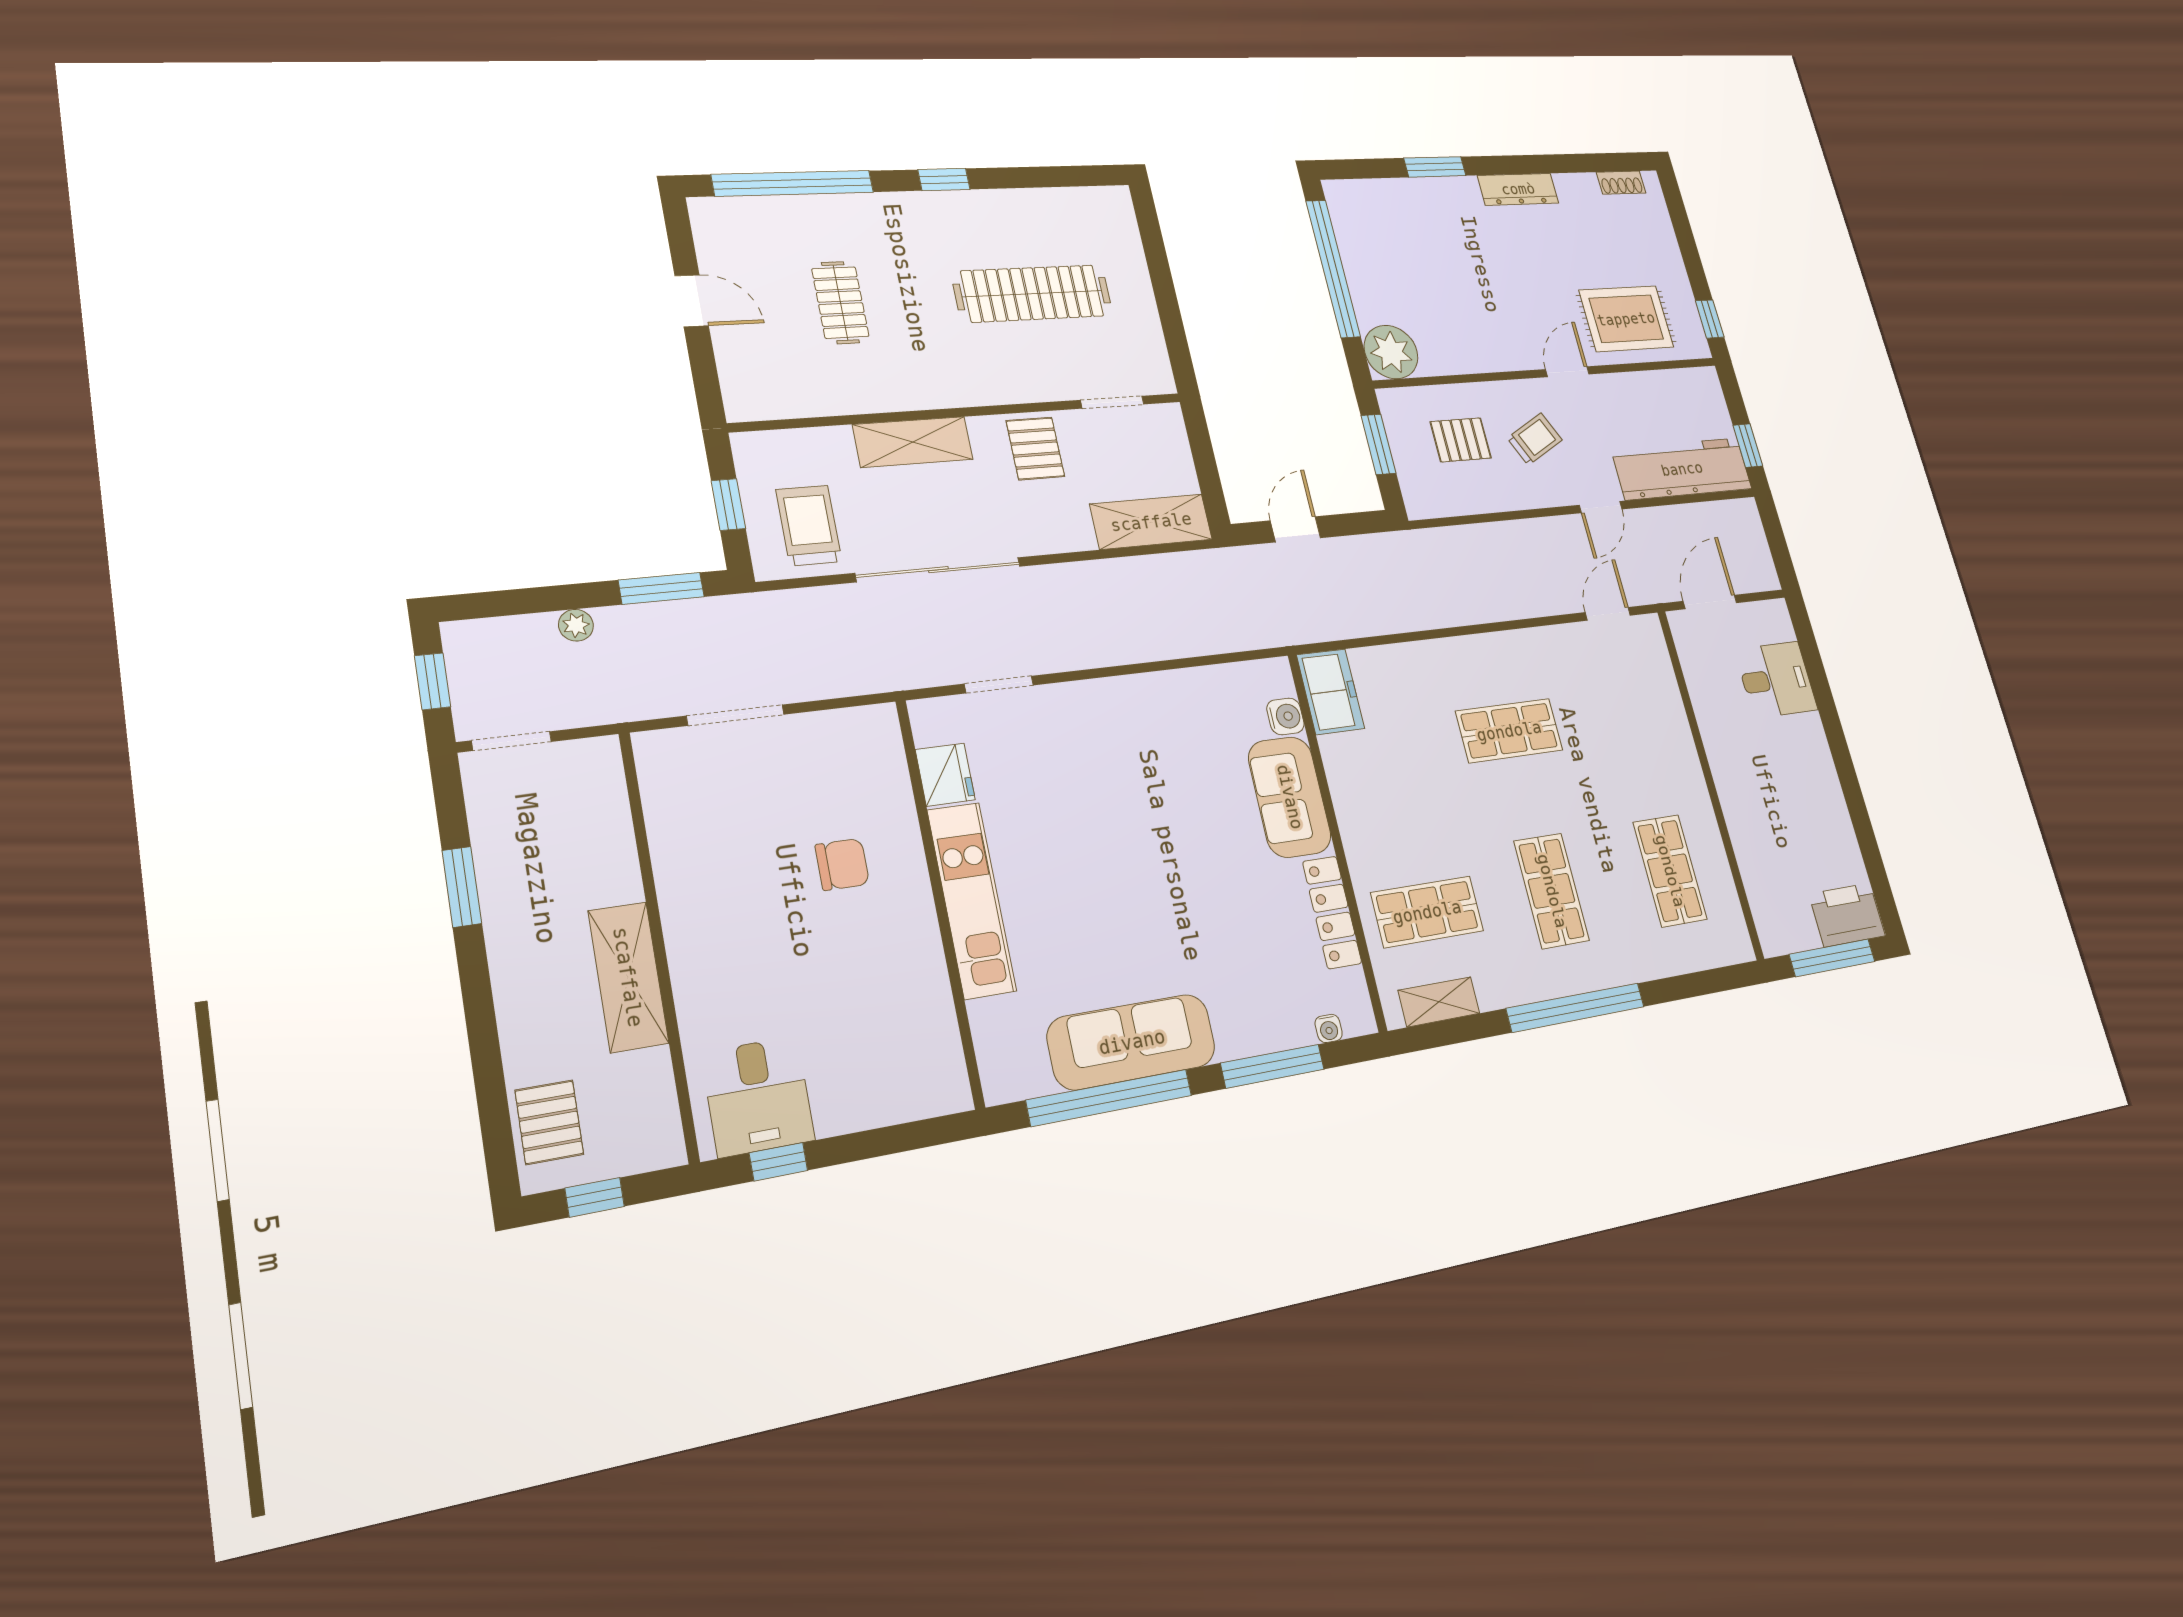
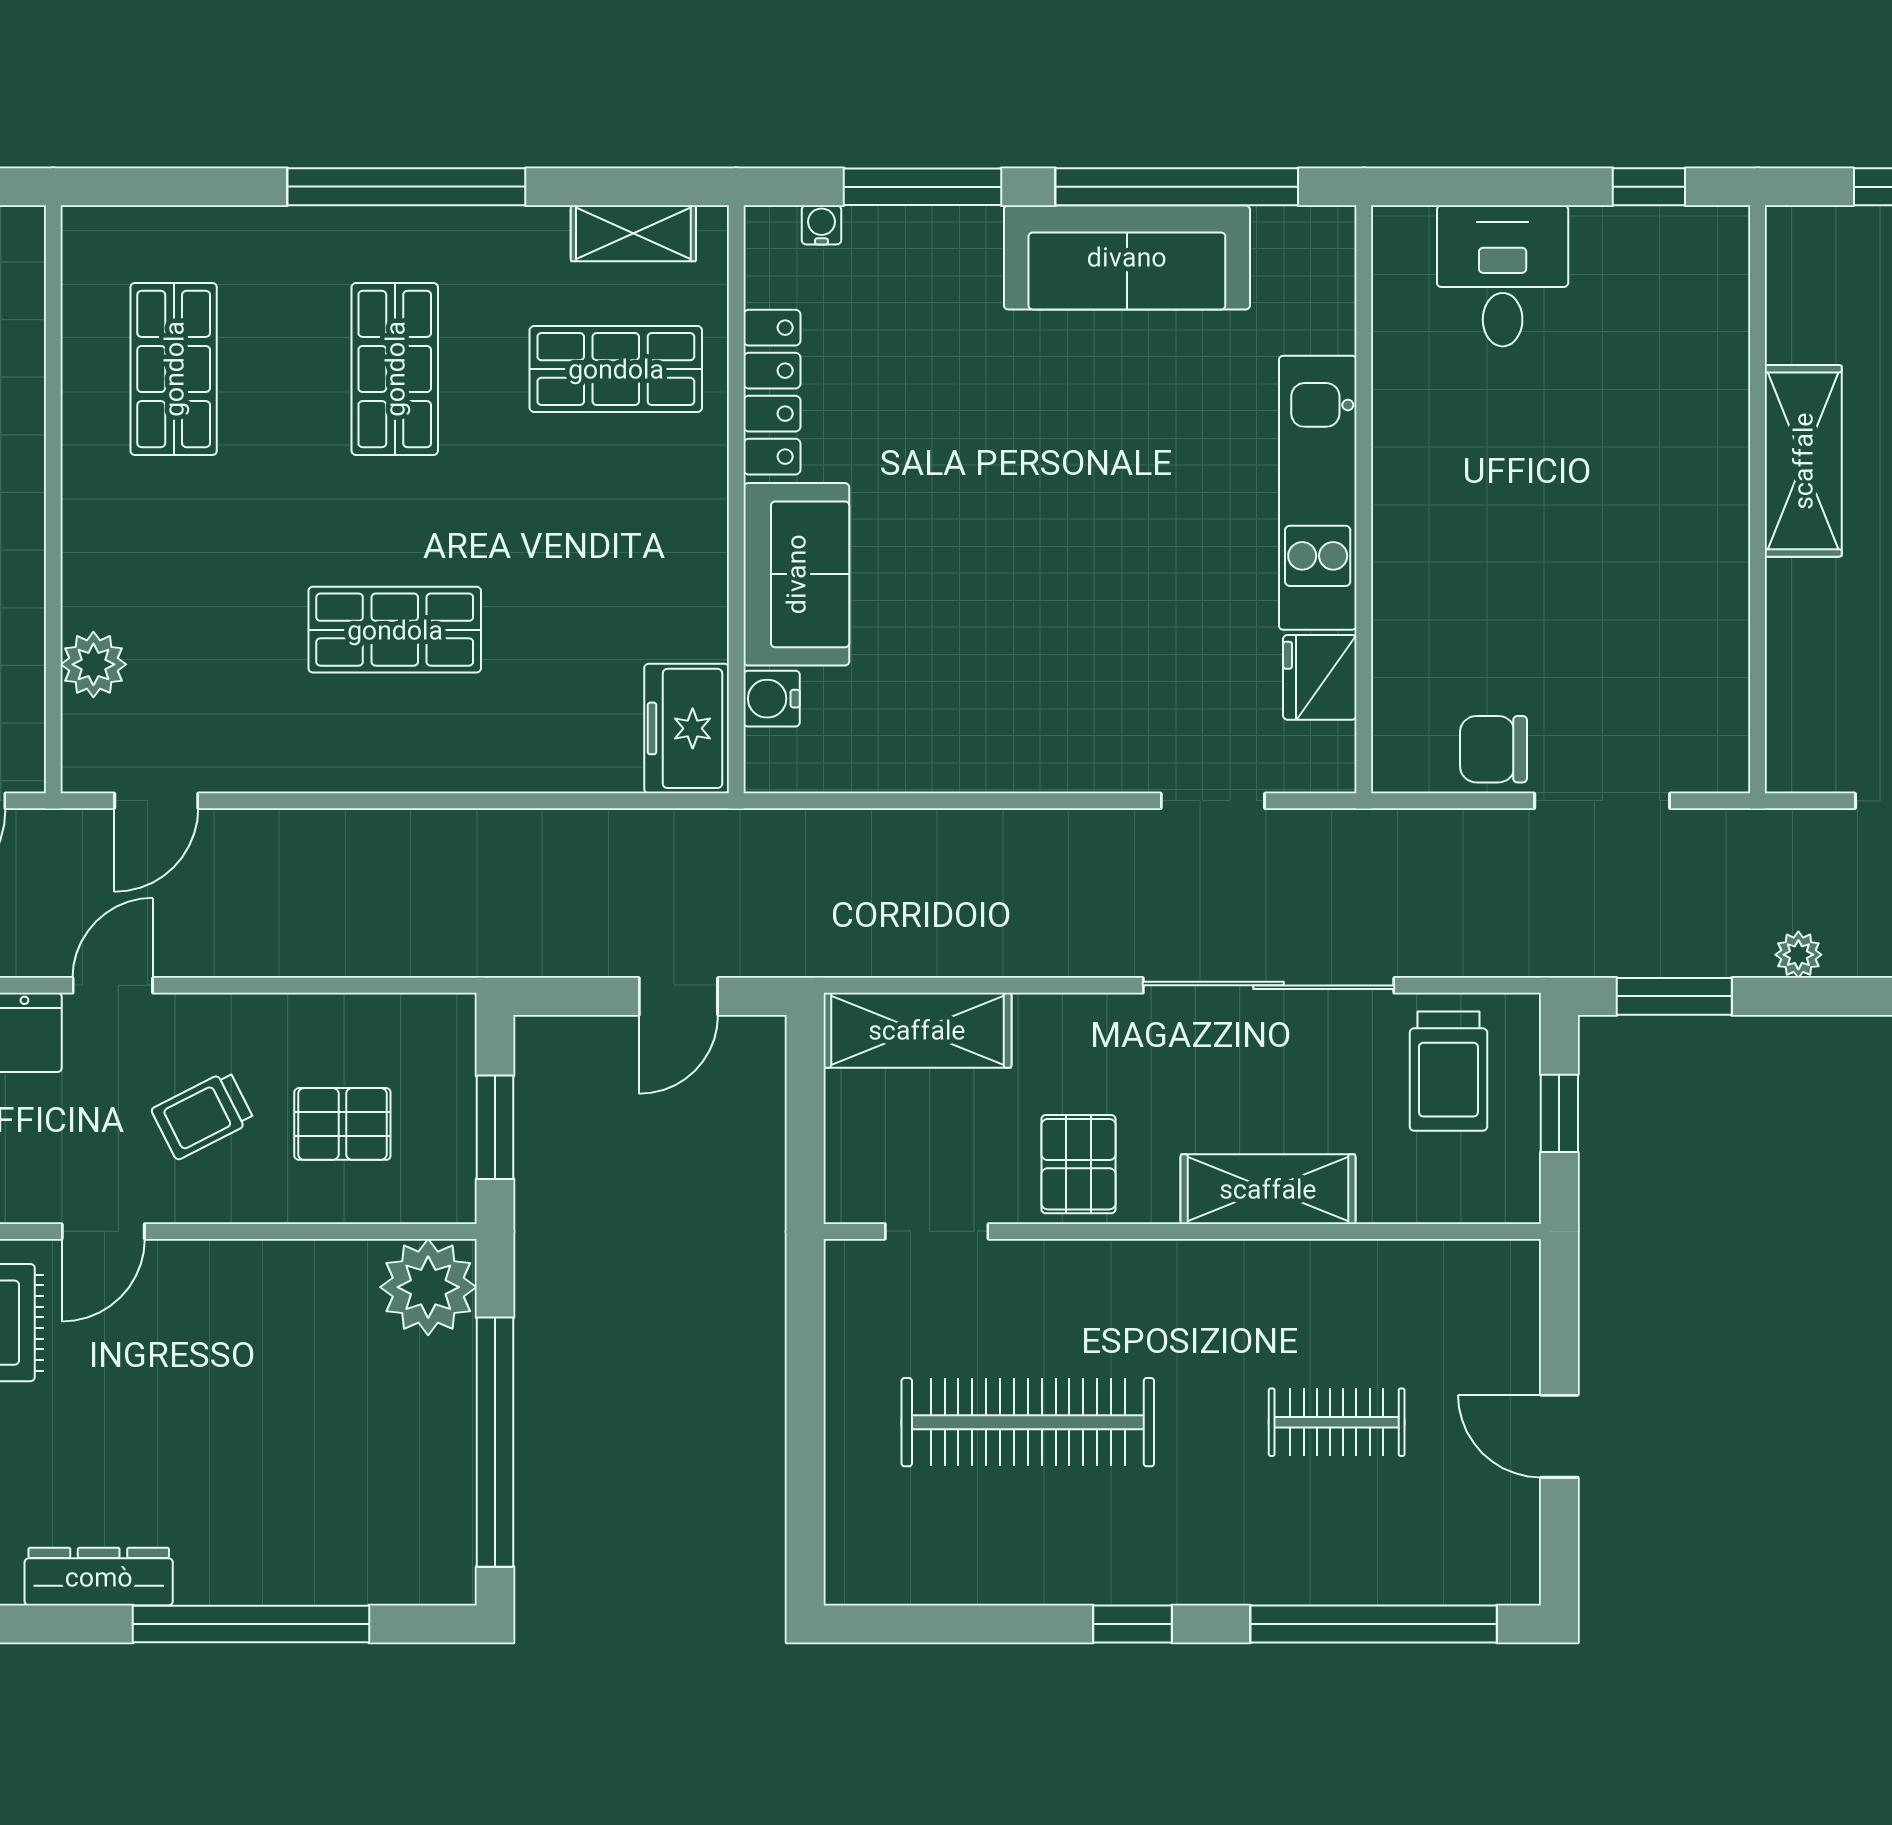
window: (1435, 167) -> (251, 1624), width x2.11
clothes rail: (840, 302) -> (1337, 1422), turned 90
plant: (1662, 689) -> (93, 664), added
chair: (842, 864) -> (1493, 749), moved
desk: (758, 1096) -> (1503, 276), moved

